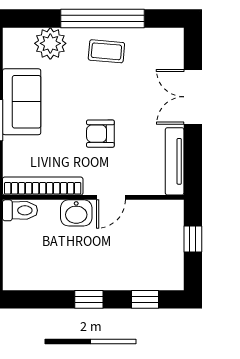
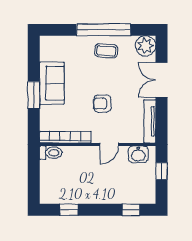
plant: (50, 43) -> (145, 46), moved
washbasin: (76, 213) -> (138, 154), moved
window: (89, 299) -> (69, 210), moved

